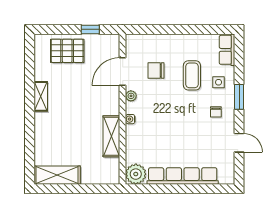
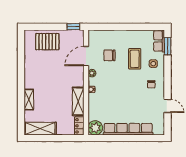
window: (90, 29) -> (73, 27), moved
shelving: (41, 96) -> (29, 100), moved
window: (239, 97) -> (168, 46), moved
locker: (113, 171) -> (79, 126), added

